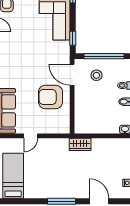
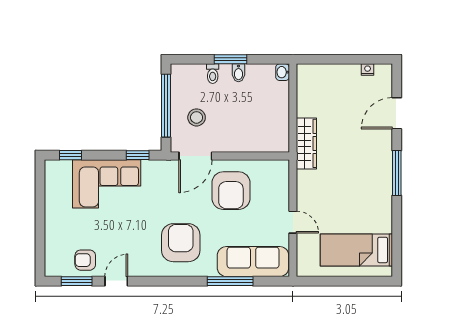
armchair: (18, 65) -> (181, 243), added
wardrobe: (80, 144) -> (306, 143), width x1.50

